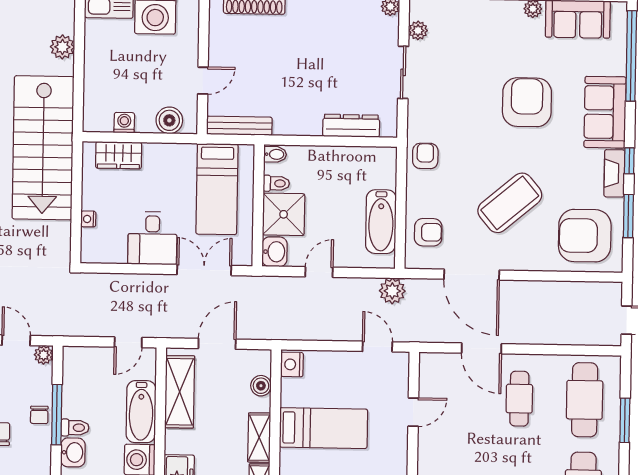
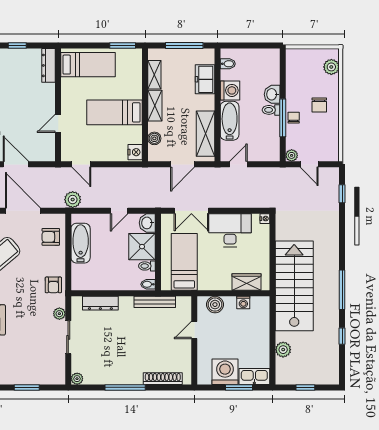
plant: (418, 30) -> (59, 314), moved
bench: (239, 126) -> (155, 302), moved
nightstand: (88, 219) -> (265, 219), moved
desk: (152, 238) -> (230, 230), width x1.37

